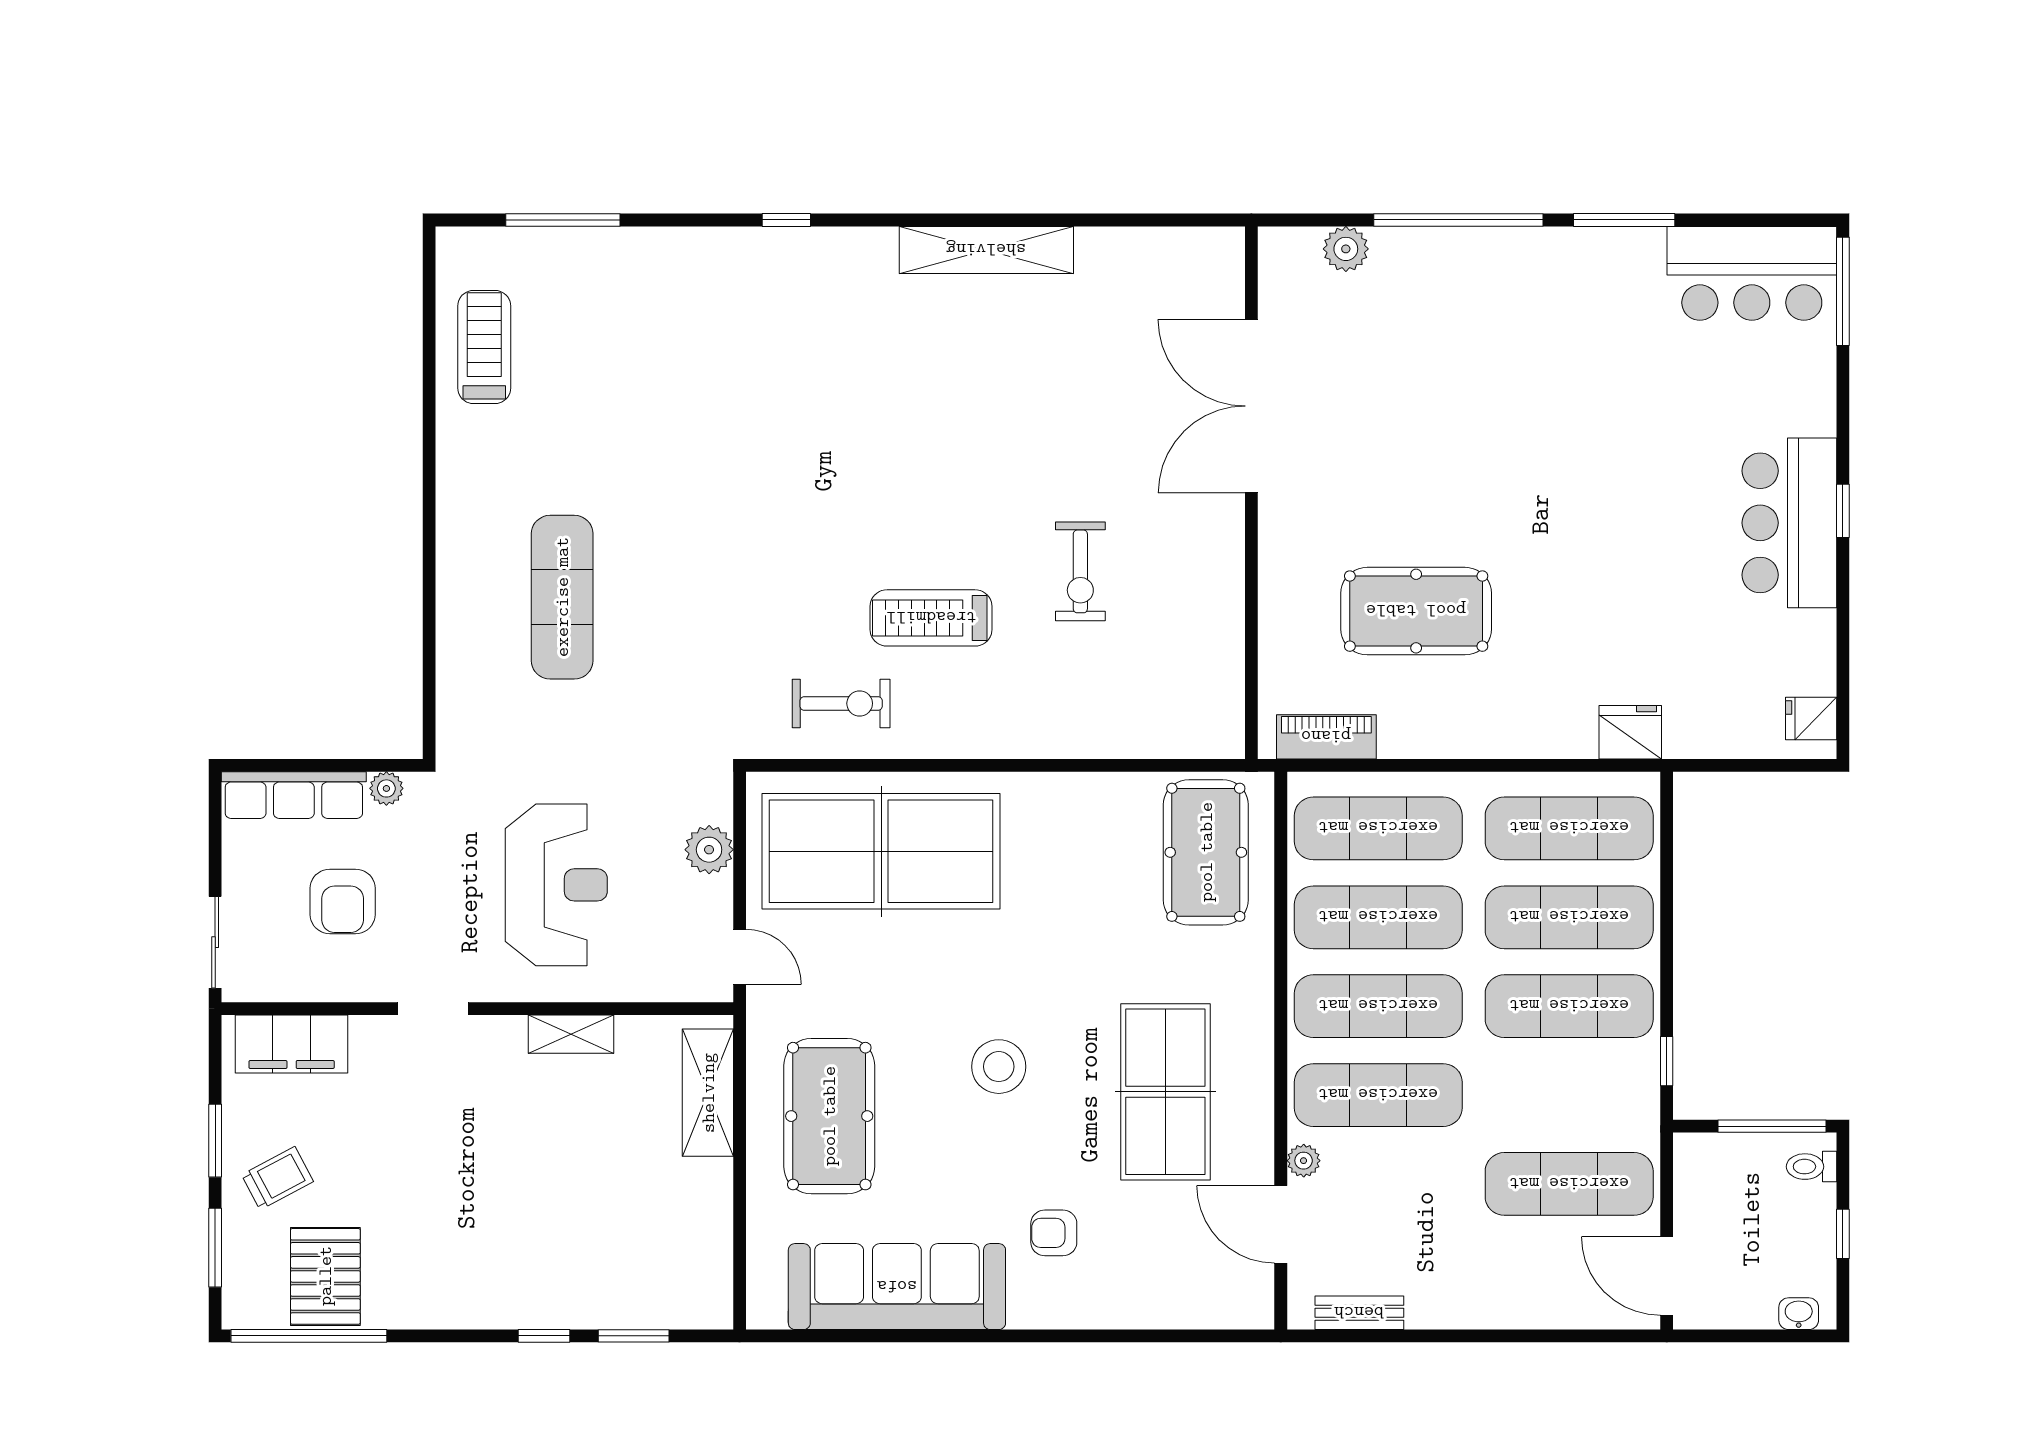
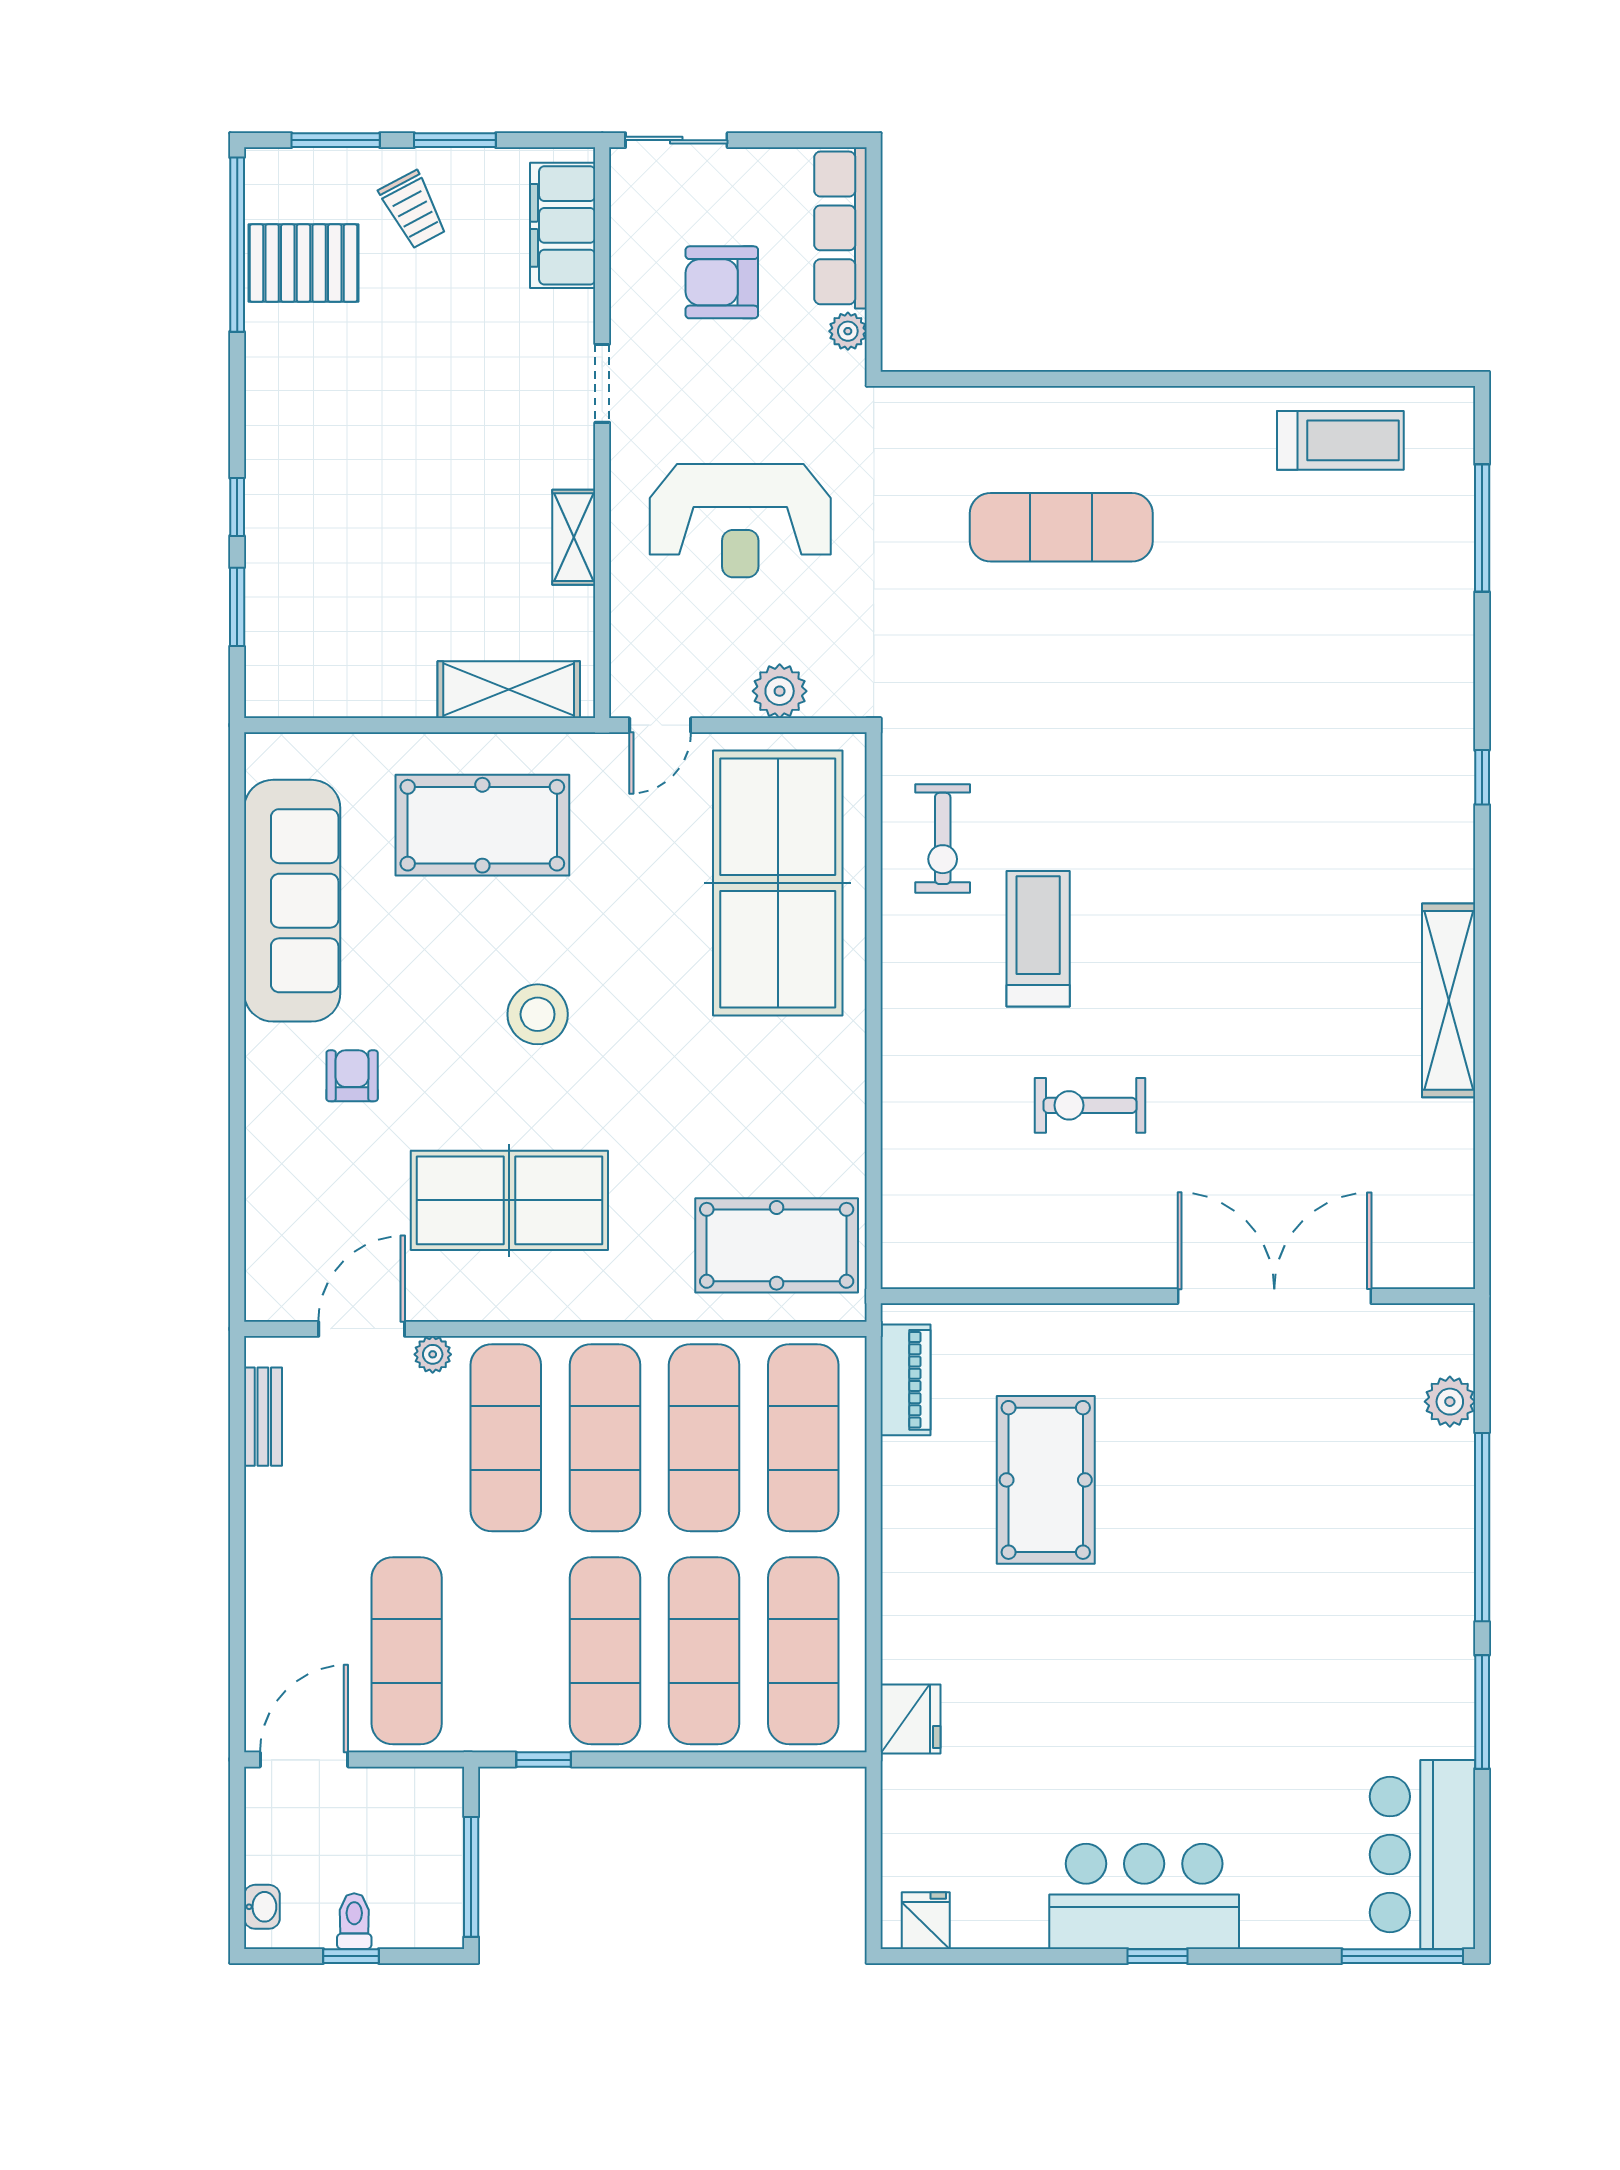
toilet: (1811, 1167) -> (354, 1921), moved

